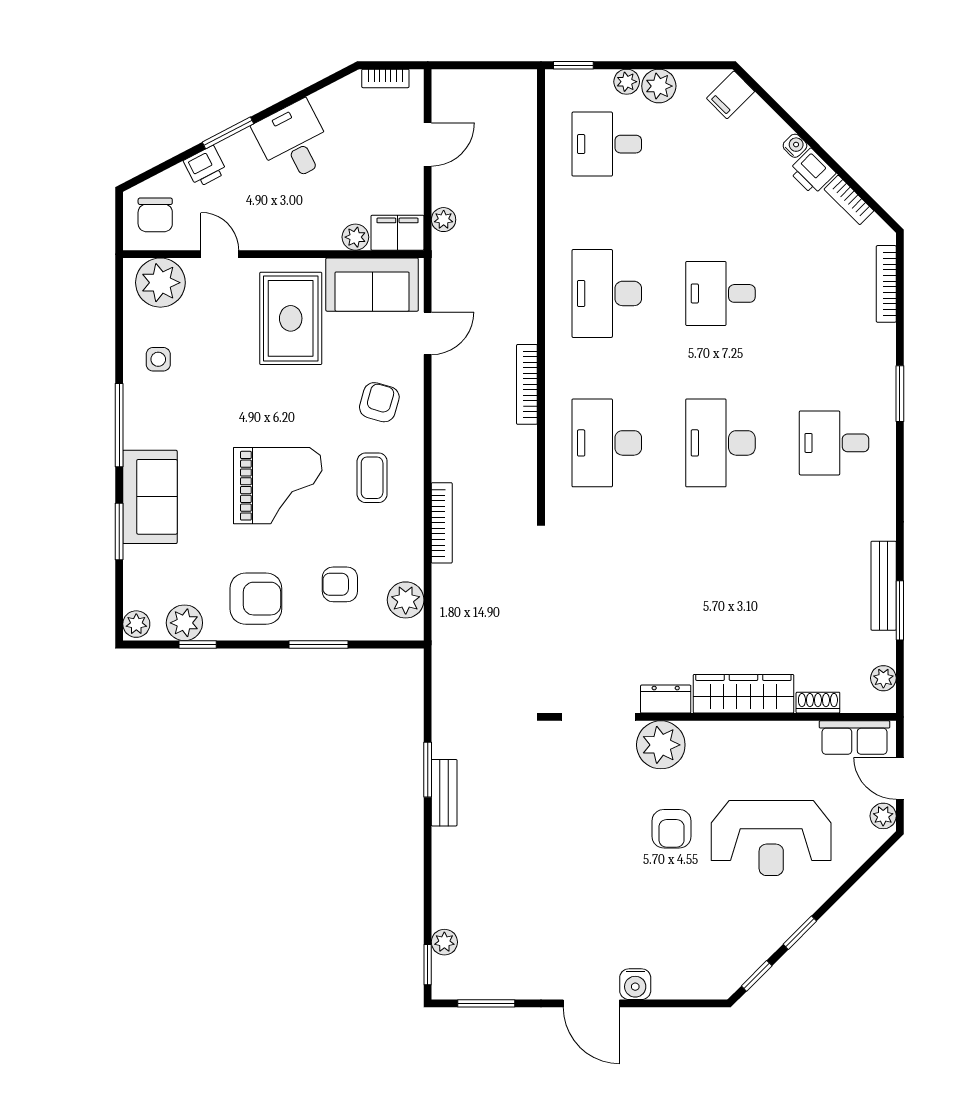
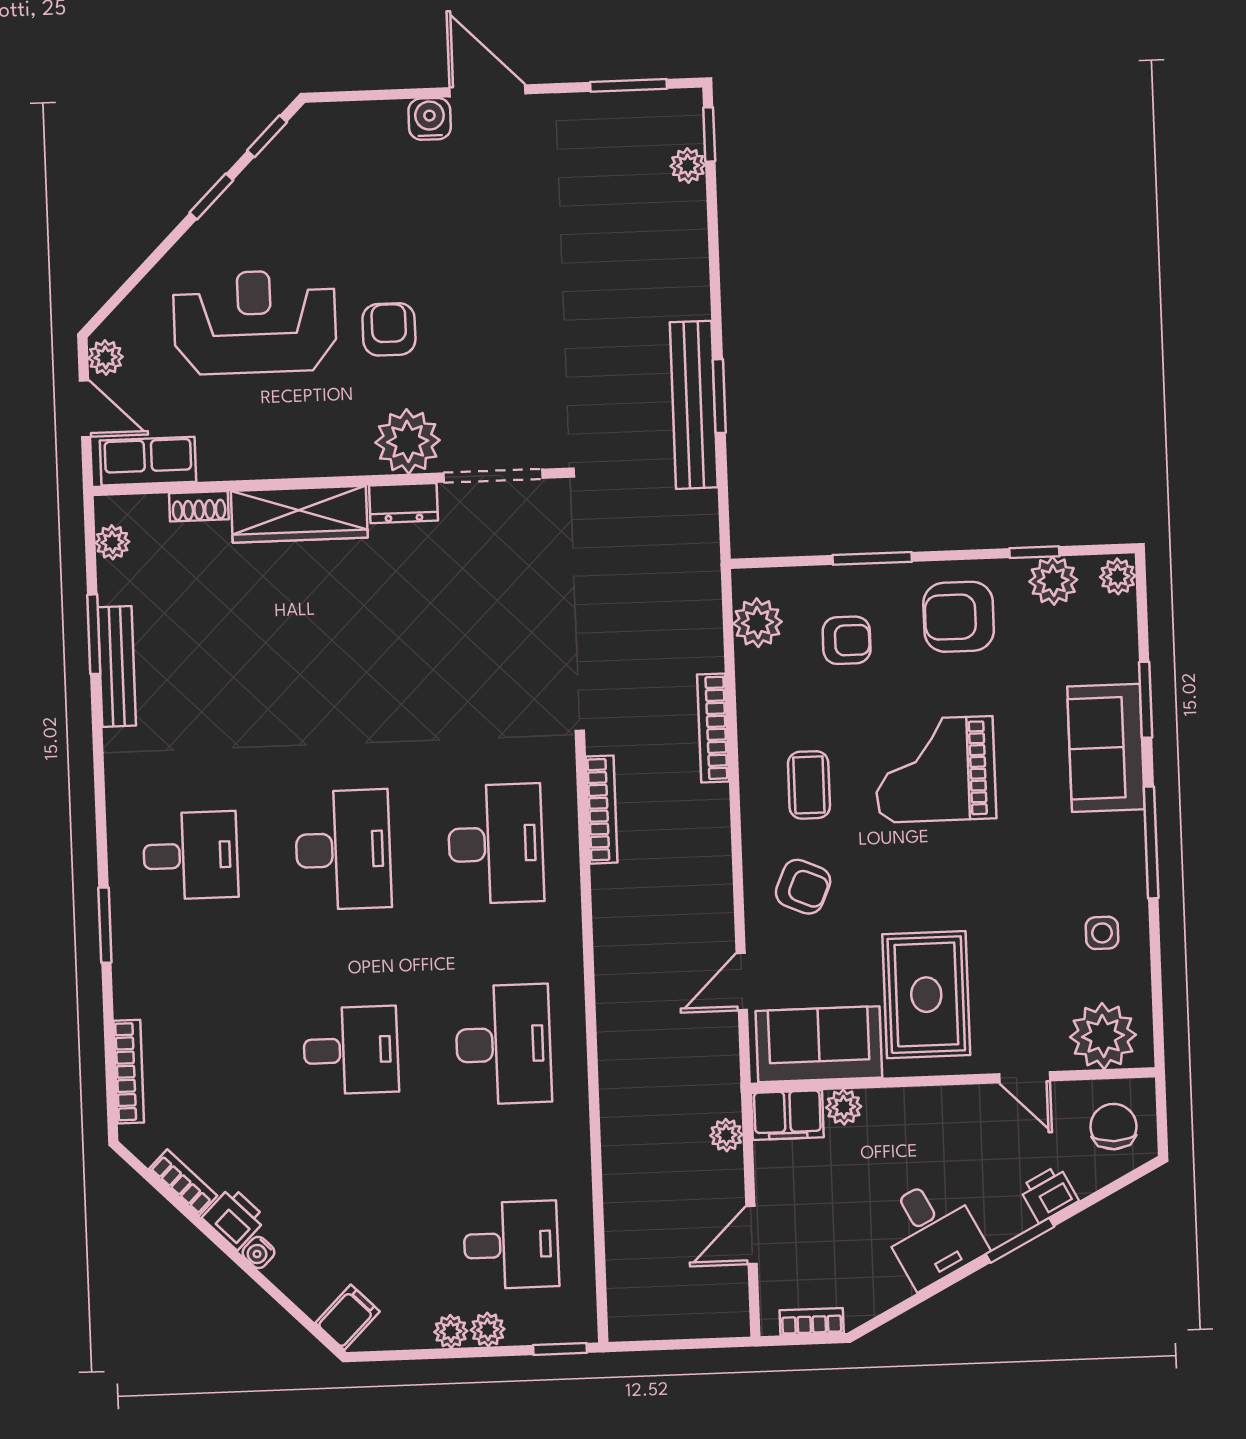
plant: (659, 86) -> (451, 1331), width x0.73, depth x0.73
bookcase: (527, 384) -> (602, 810), moved
armchair: (379, 402) -> (803, 887), turned -83
bench: (444, 793) -> (694, 405), width x1.86, depth x1.21

